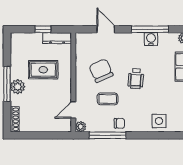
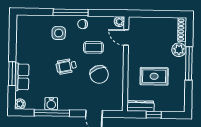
wheelchair: (136, 79) -> (66, 66), turned -106
plant: (18, 87) -> (179, 50), moved
door: (73, 110) -> (126, 38), swing flipped
side table: (159, 121) -> (59, 33), moved
window: (108, 135) -> (71, 12), moved

